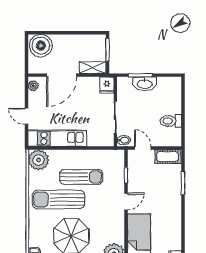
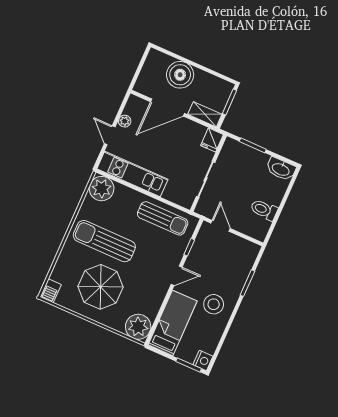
boiler: (41, 46) -> (180, 75), moved
washbasin: (145, 84) -> (281, 169), moved
plant: (33, 86) -> (125, 121), moved
bidet: (124, 140) -> (204, 208), removed
cot: (168, 157) -> (243, 247), removed
sun lounger: (81, 177) -> (163, 218), moved
stool: (164, 211) -> (214, 304), added

